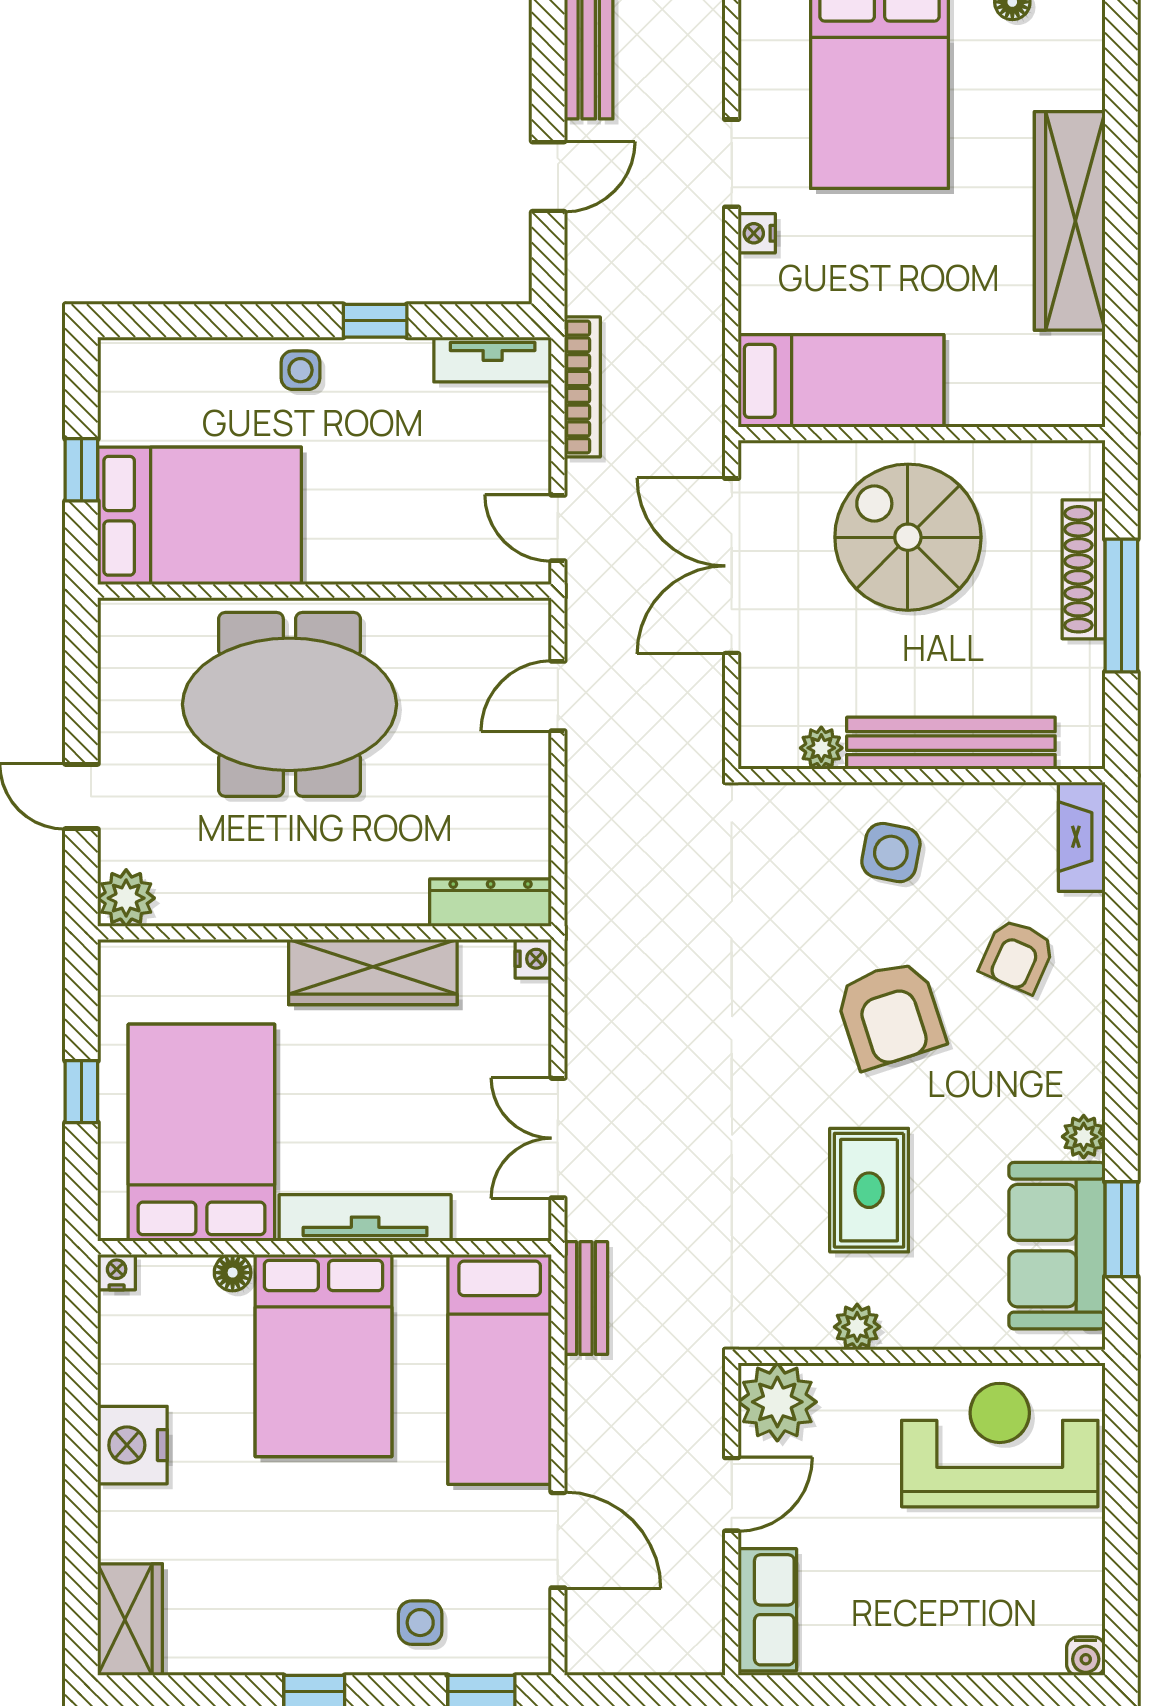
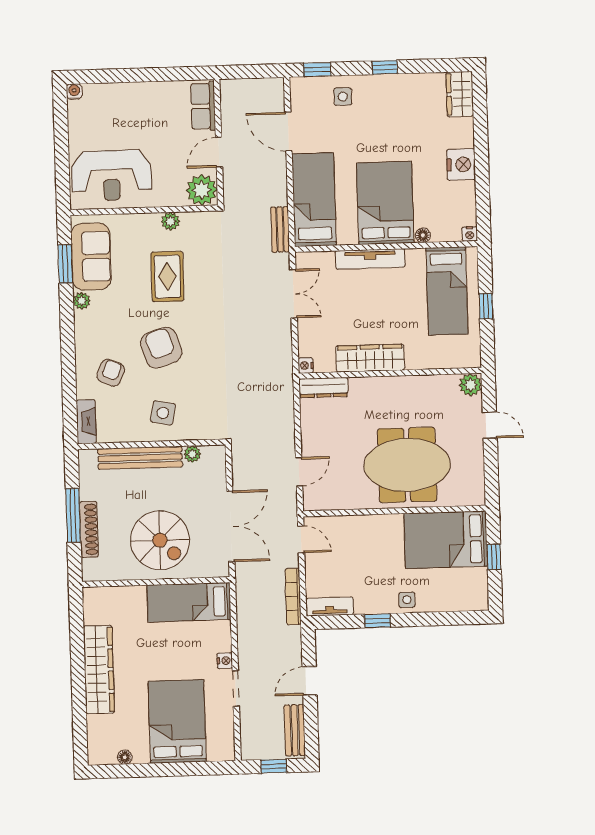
bed: (201, 1133) -> (447, 291), width x0.67

